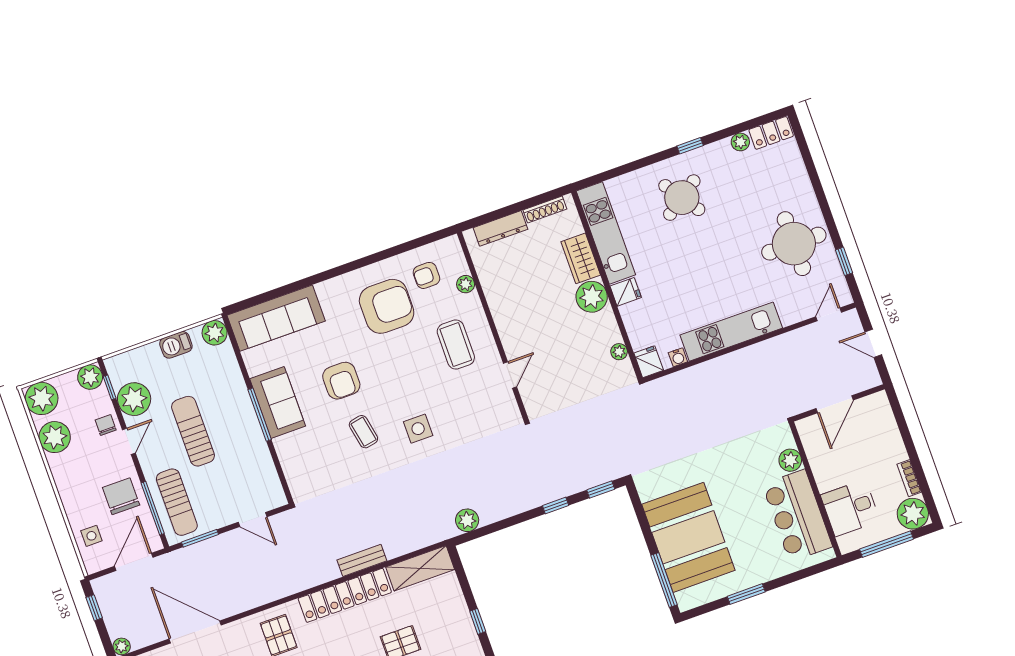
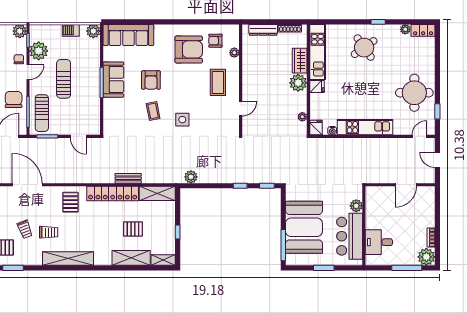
plant: (790, 460) -> (356, 206), moved
wall: (815, 489) -> (364, 226), moved
desk: (850, 508) -> (379, 242), moved
bar counter: (797, 515) -> (350, 236), moved

